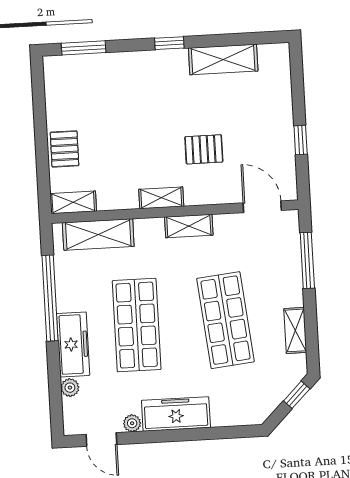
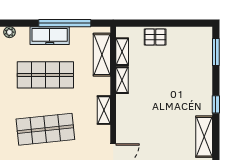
pallet: (204, 149) -> (150, 122), removed
shelving: (161, 198) -> (122, 80), moved
shelving: (73, 202) -> (122, 52), moved
freezer: (73, 344) -> (50, 36), moved

